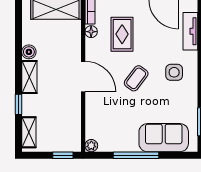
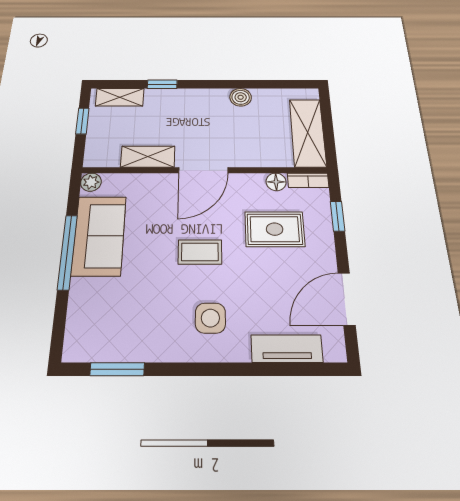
shelving: (29, 77) -> (148, 157), moved
coffee table: (136, 78) -> (200, 252), turned -37
sofa: (164, 138) -> (99, 236), moved
window: (63, 155) -> (82, 121), moved

